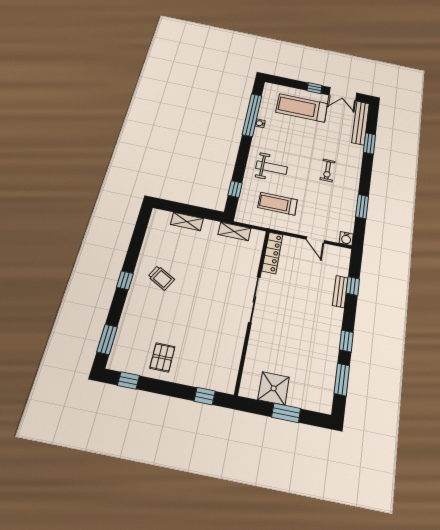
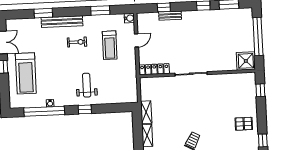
bench: (361, 123) -> (62, 22), moved
window: (235, 189) -> (85, 109), moved
treadmill: (278, 204) -> (110, 45), moved
shelving: (234, 231) -> (146, 112), moved
shower: (274, 388) -> (246, 61), moved
window: (286, 413) -> (258, 36), width x2.11

